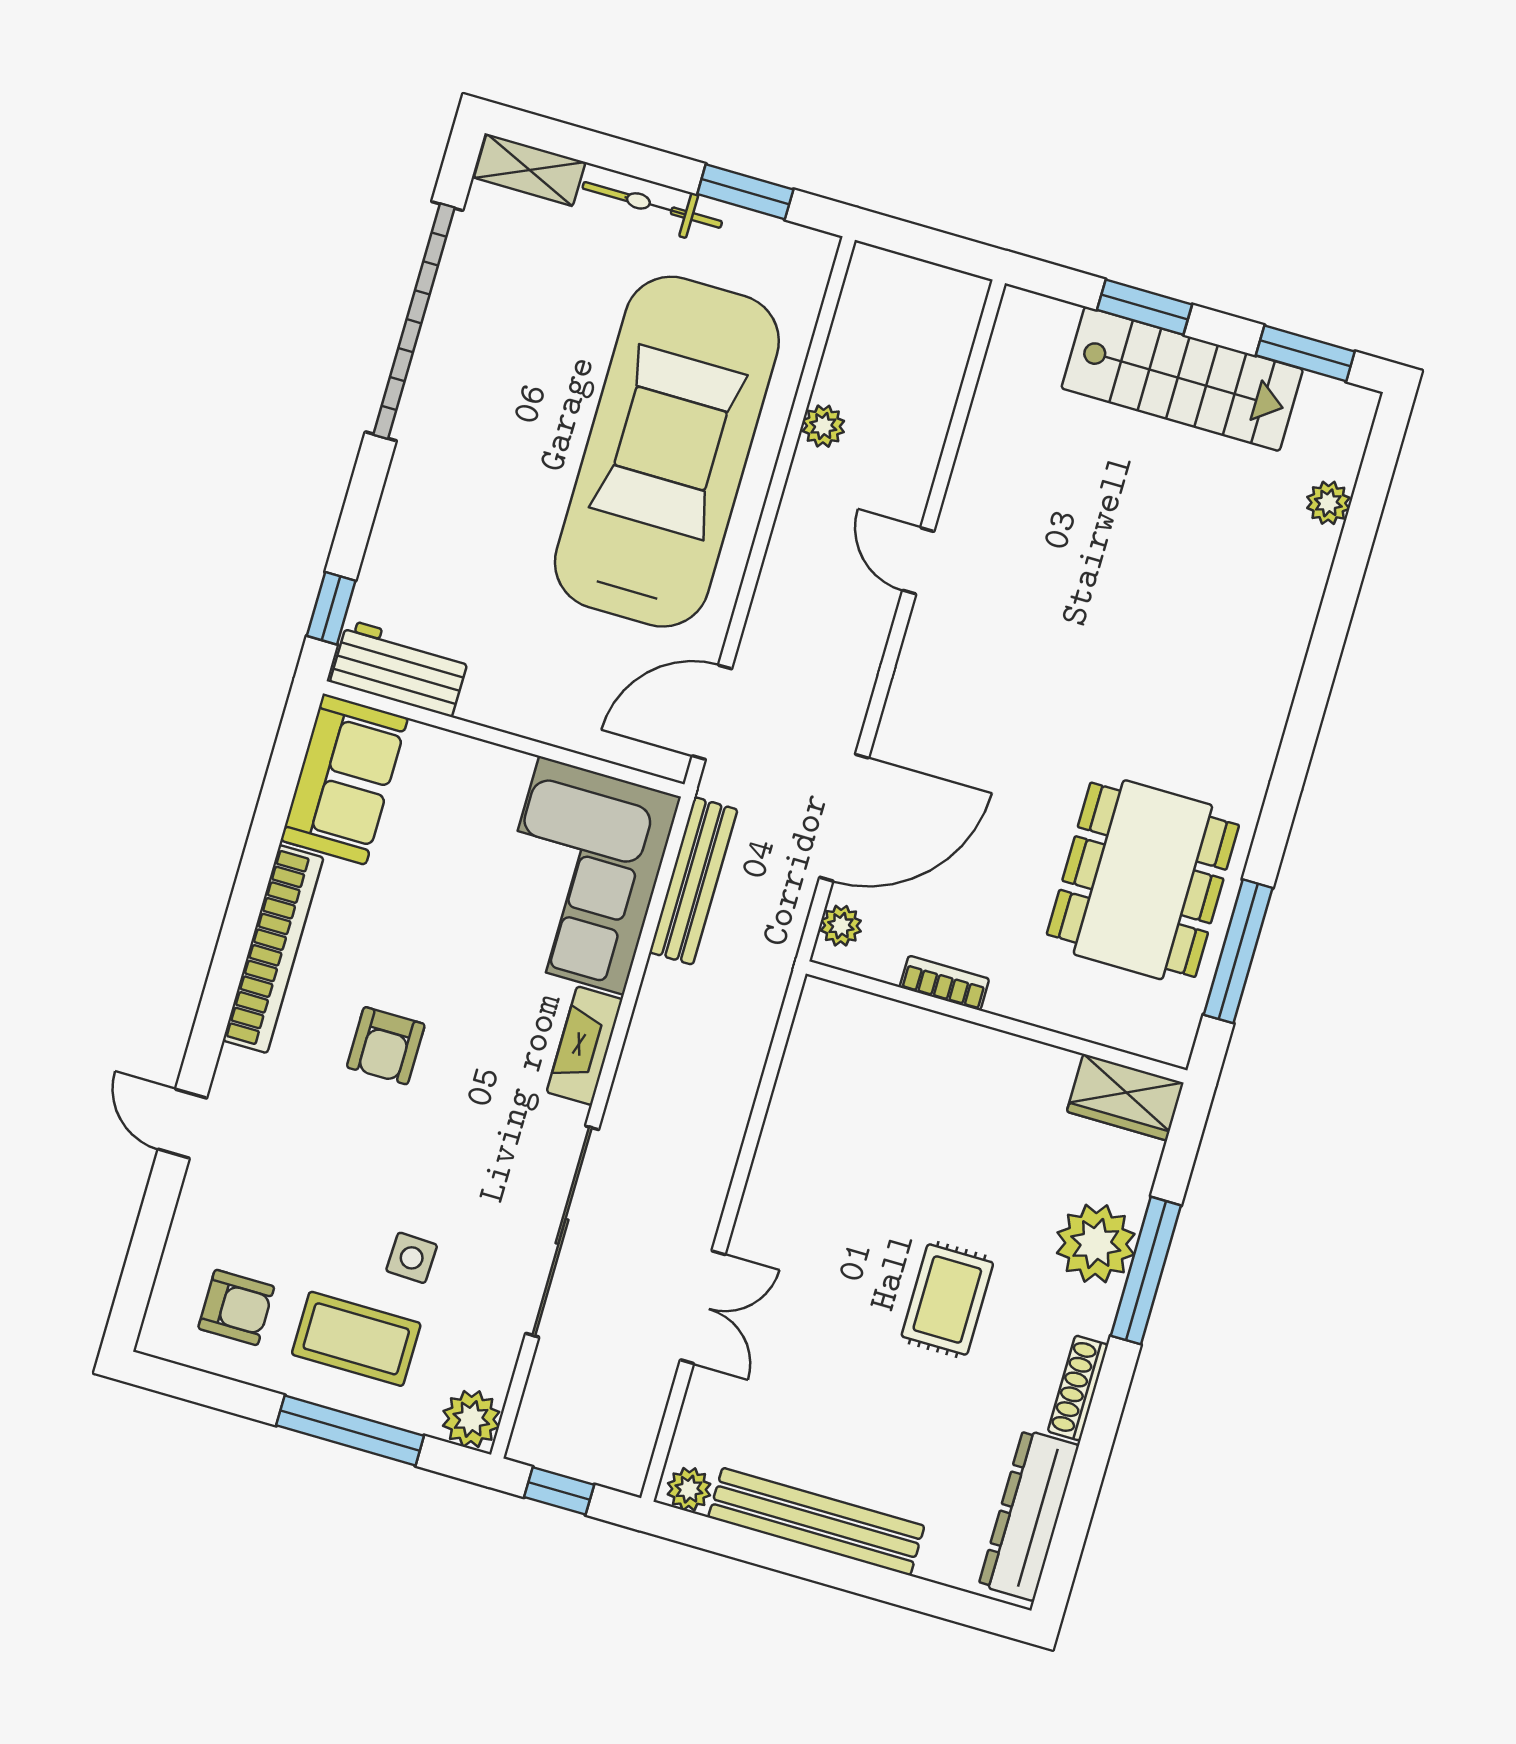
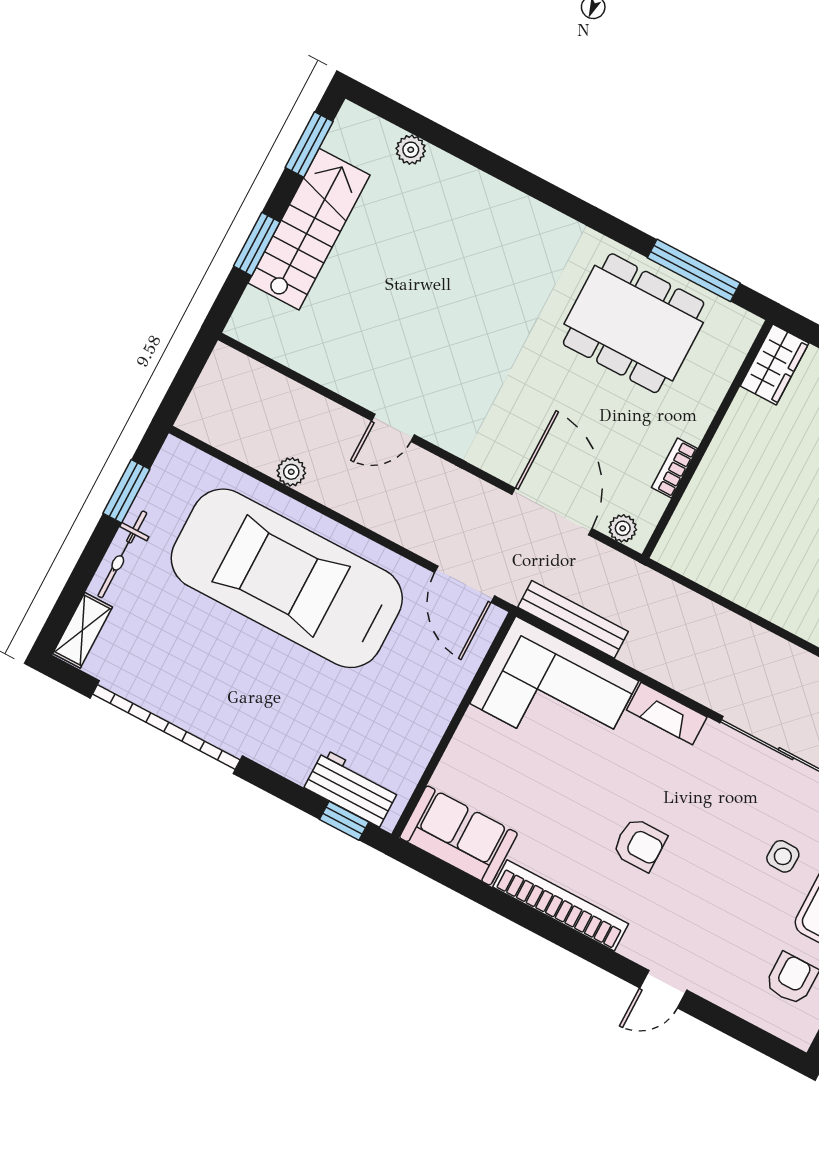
workbench: (400, 668) -> (352, 788), moved, turned 90

